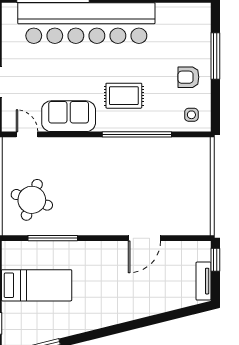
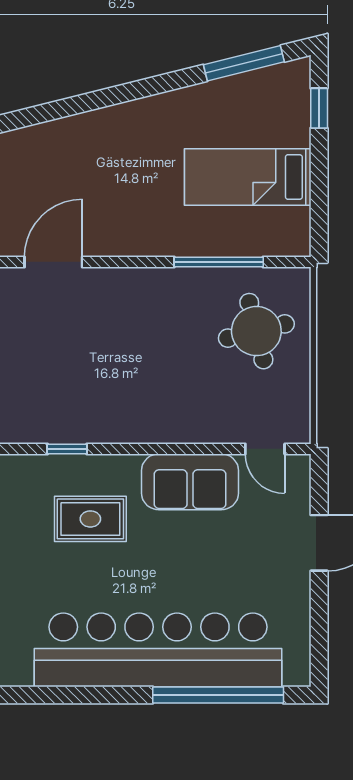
window: (137, 134) -> (67, 449), width x0.32
round table: (32, 200) -> (256, 331), turned -33

